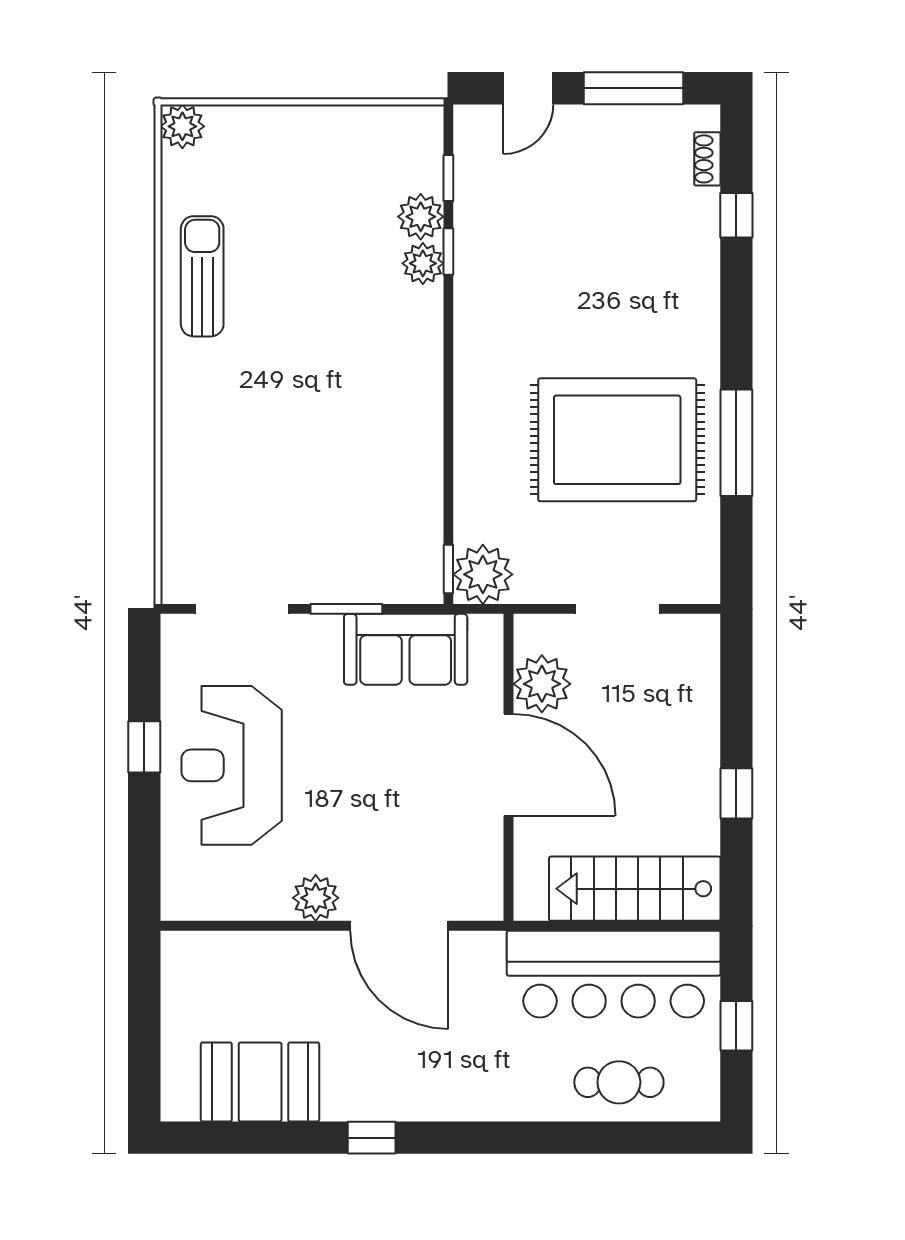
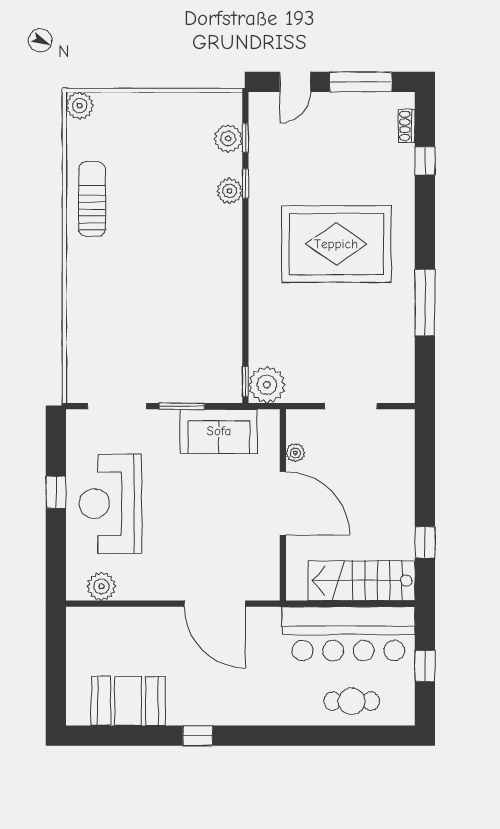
plant: (421, 217) -> (228, 138), moved
rug: (617, 440) -> (336, 244), moved
plant: (542, 684) -> (295, 453), width x0.53, depth x0.53
window: (736, 793) -> (425, 542), moved
plant: (316, 898) -> (101, 586), moved

